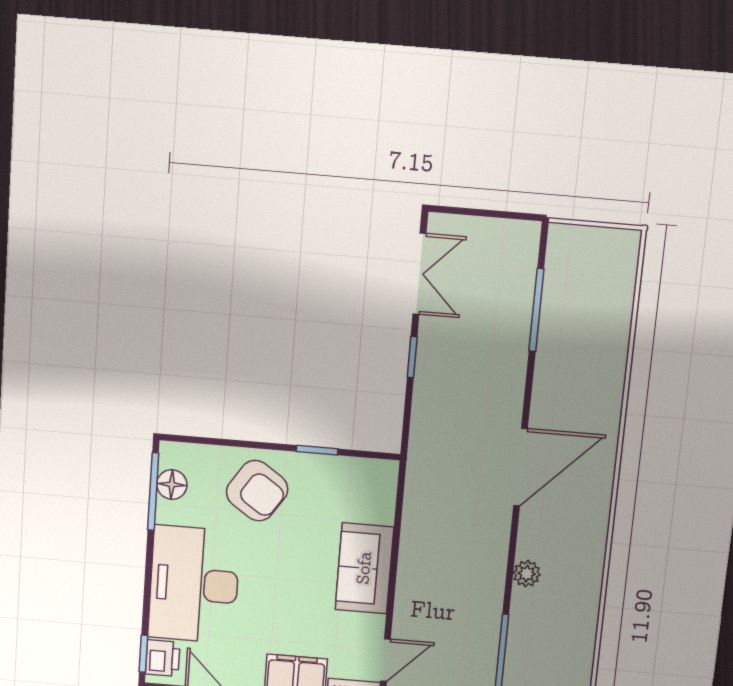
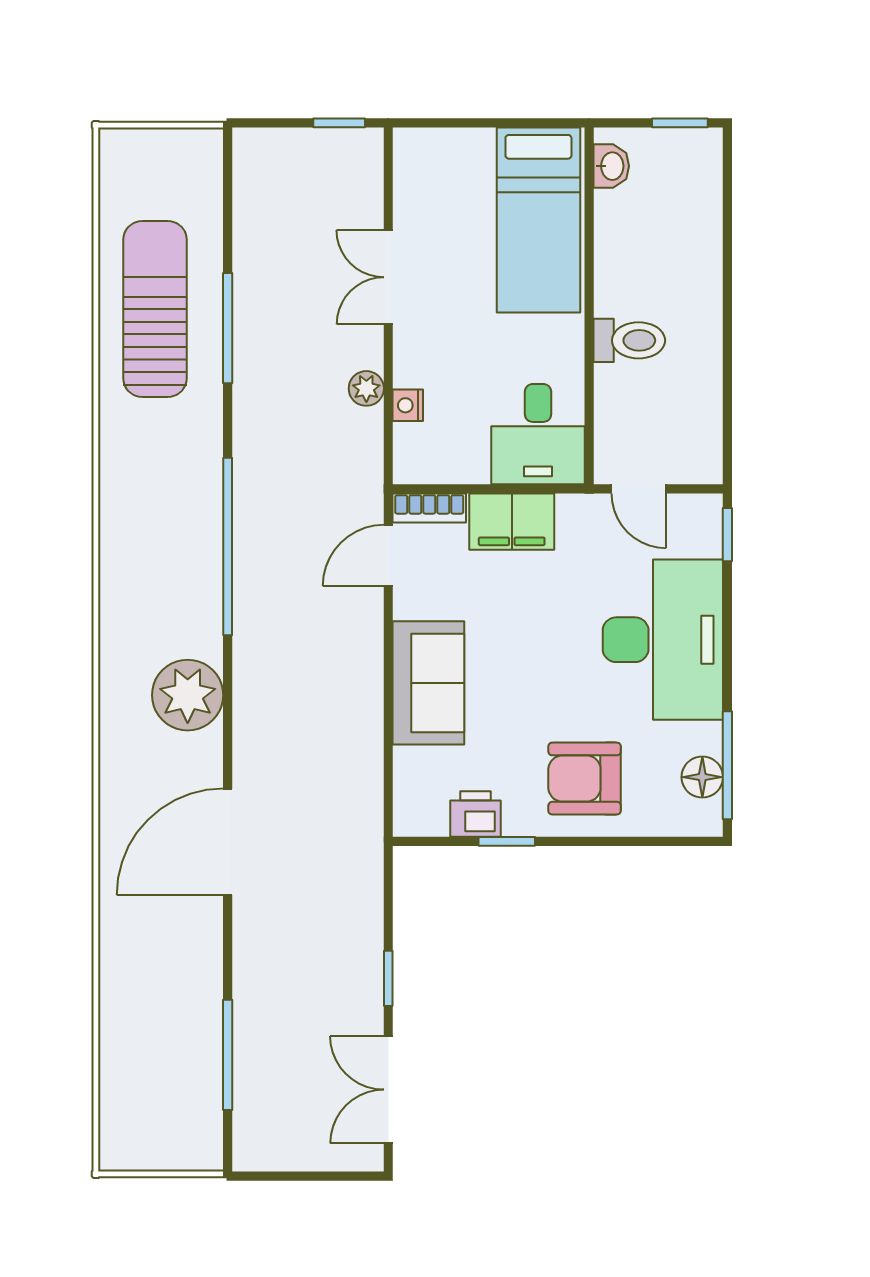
armchair: (257, 491) -> (585, 779), turned -34
plant: (527, 574) -> (188, 695), width x1.87, depth x1.87
printer: (163, 658) -> (476, 814), moved, turned 90

